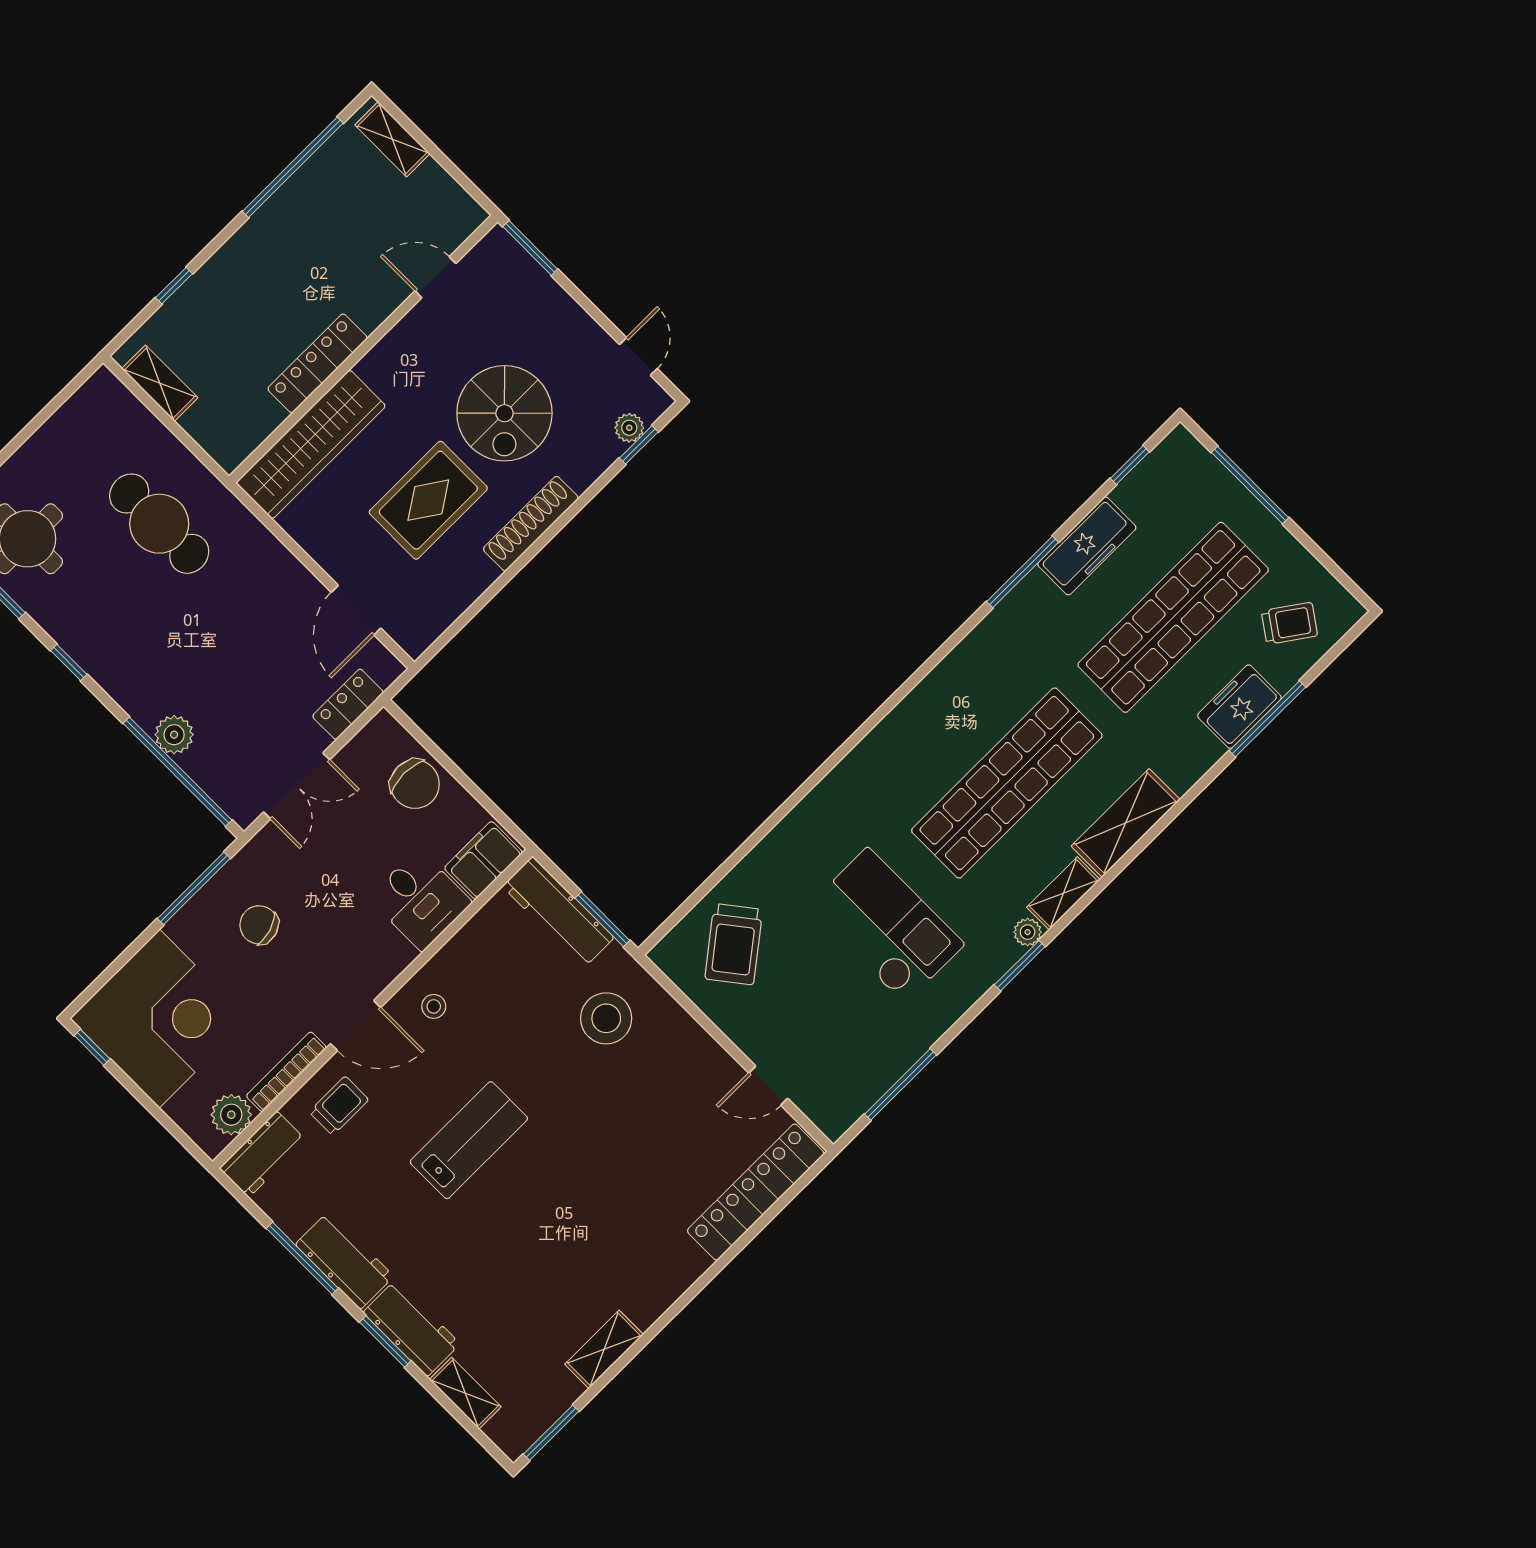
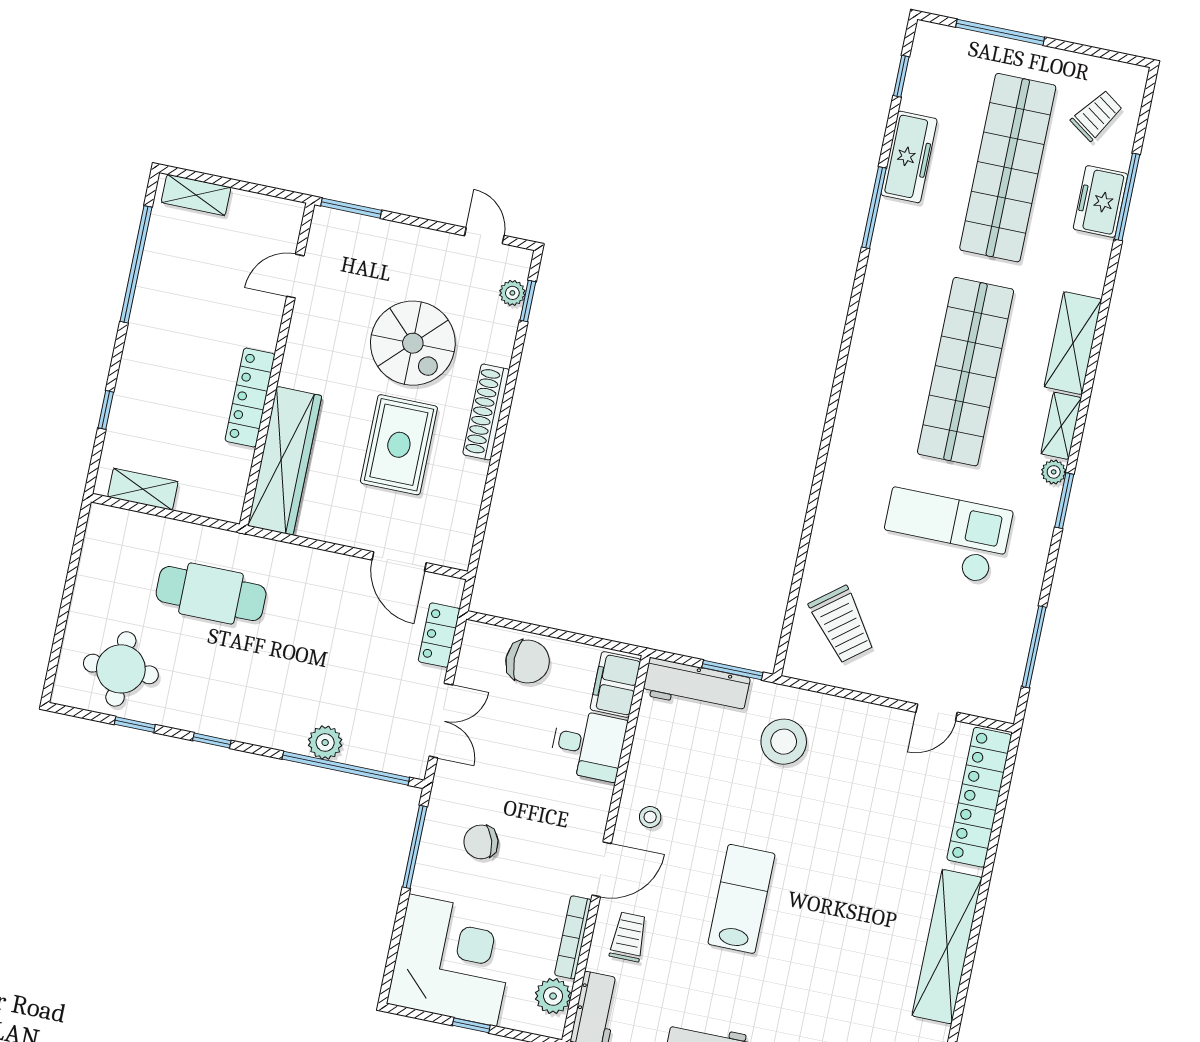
window: (92, 1047) -> (471, 1025), moved
shelving: (604, 1349) -> (947, 947), width x2.20, depth x1.33

